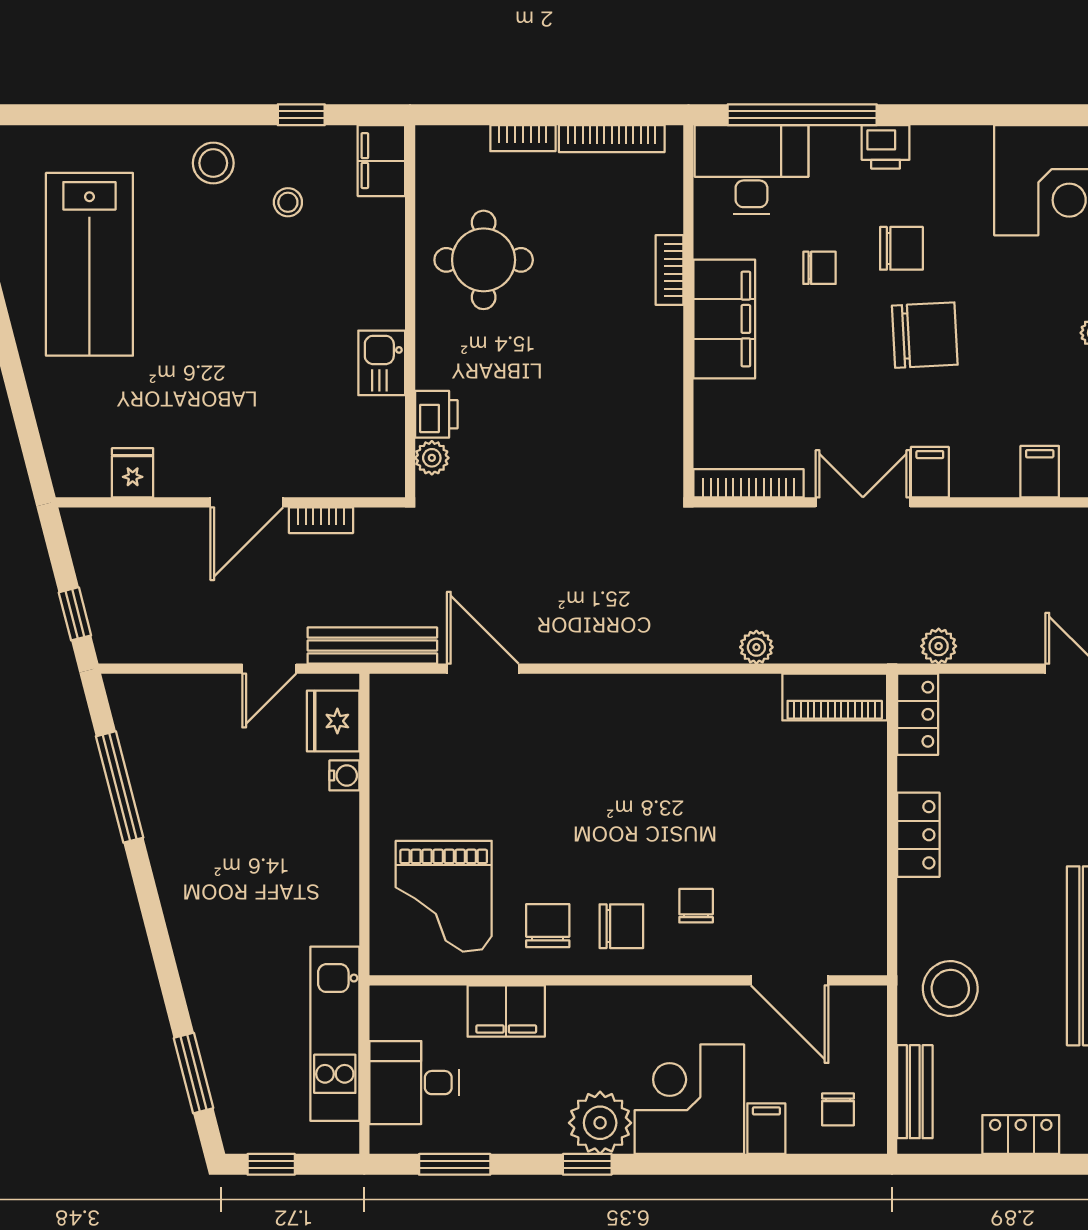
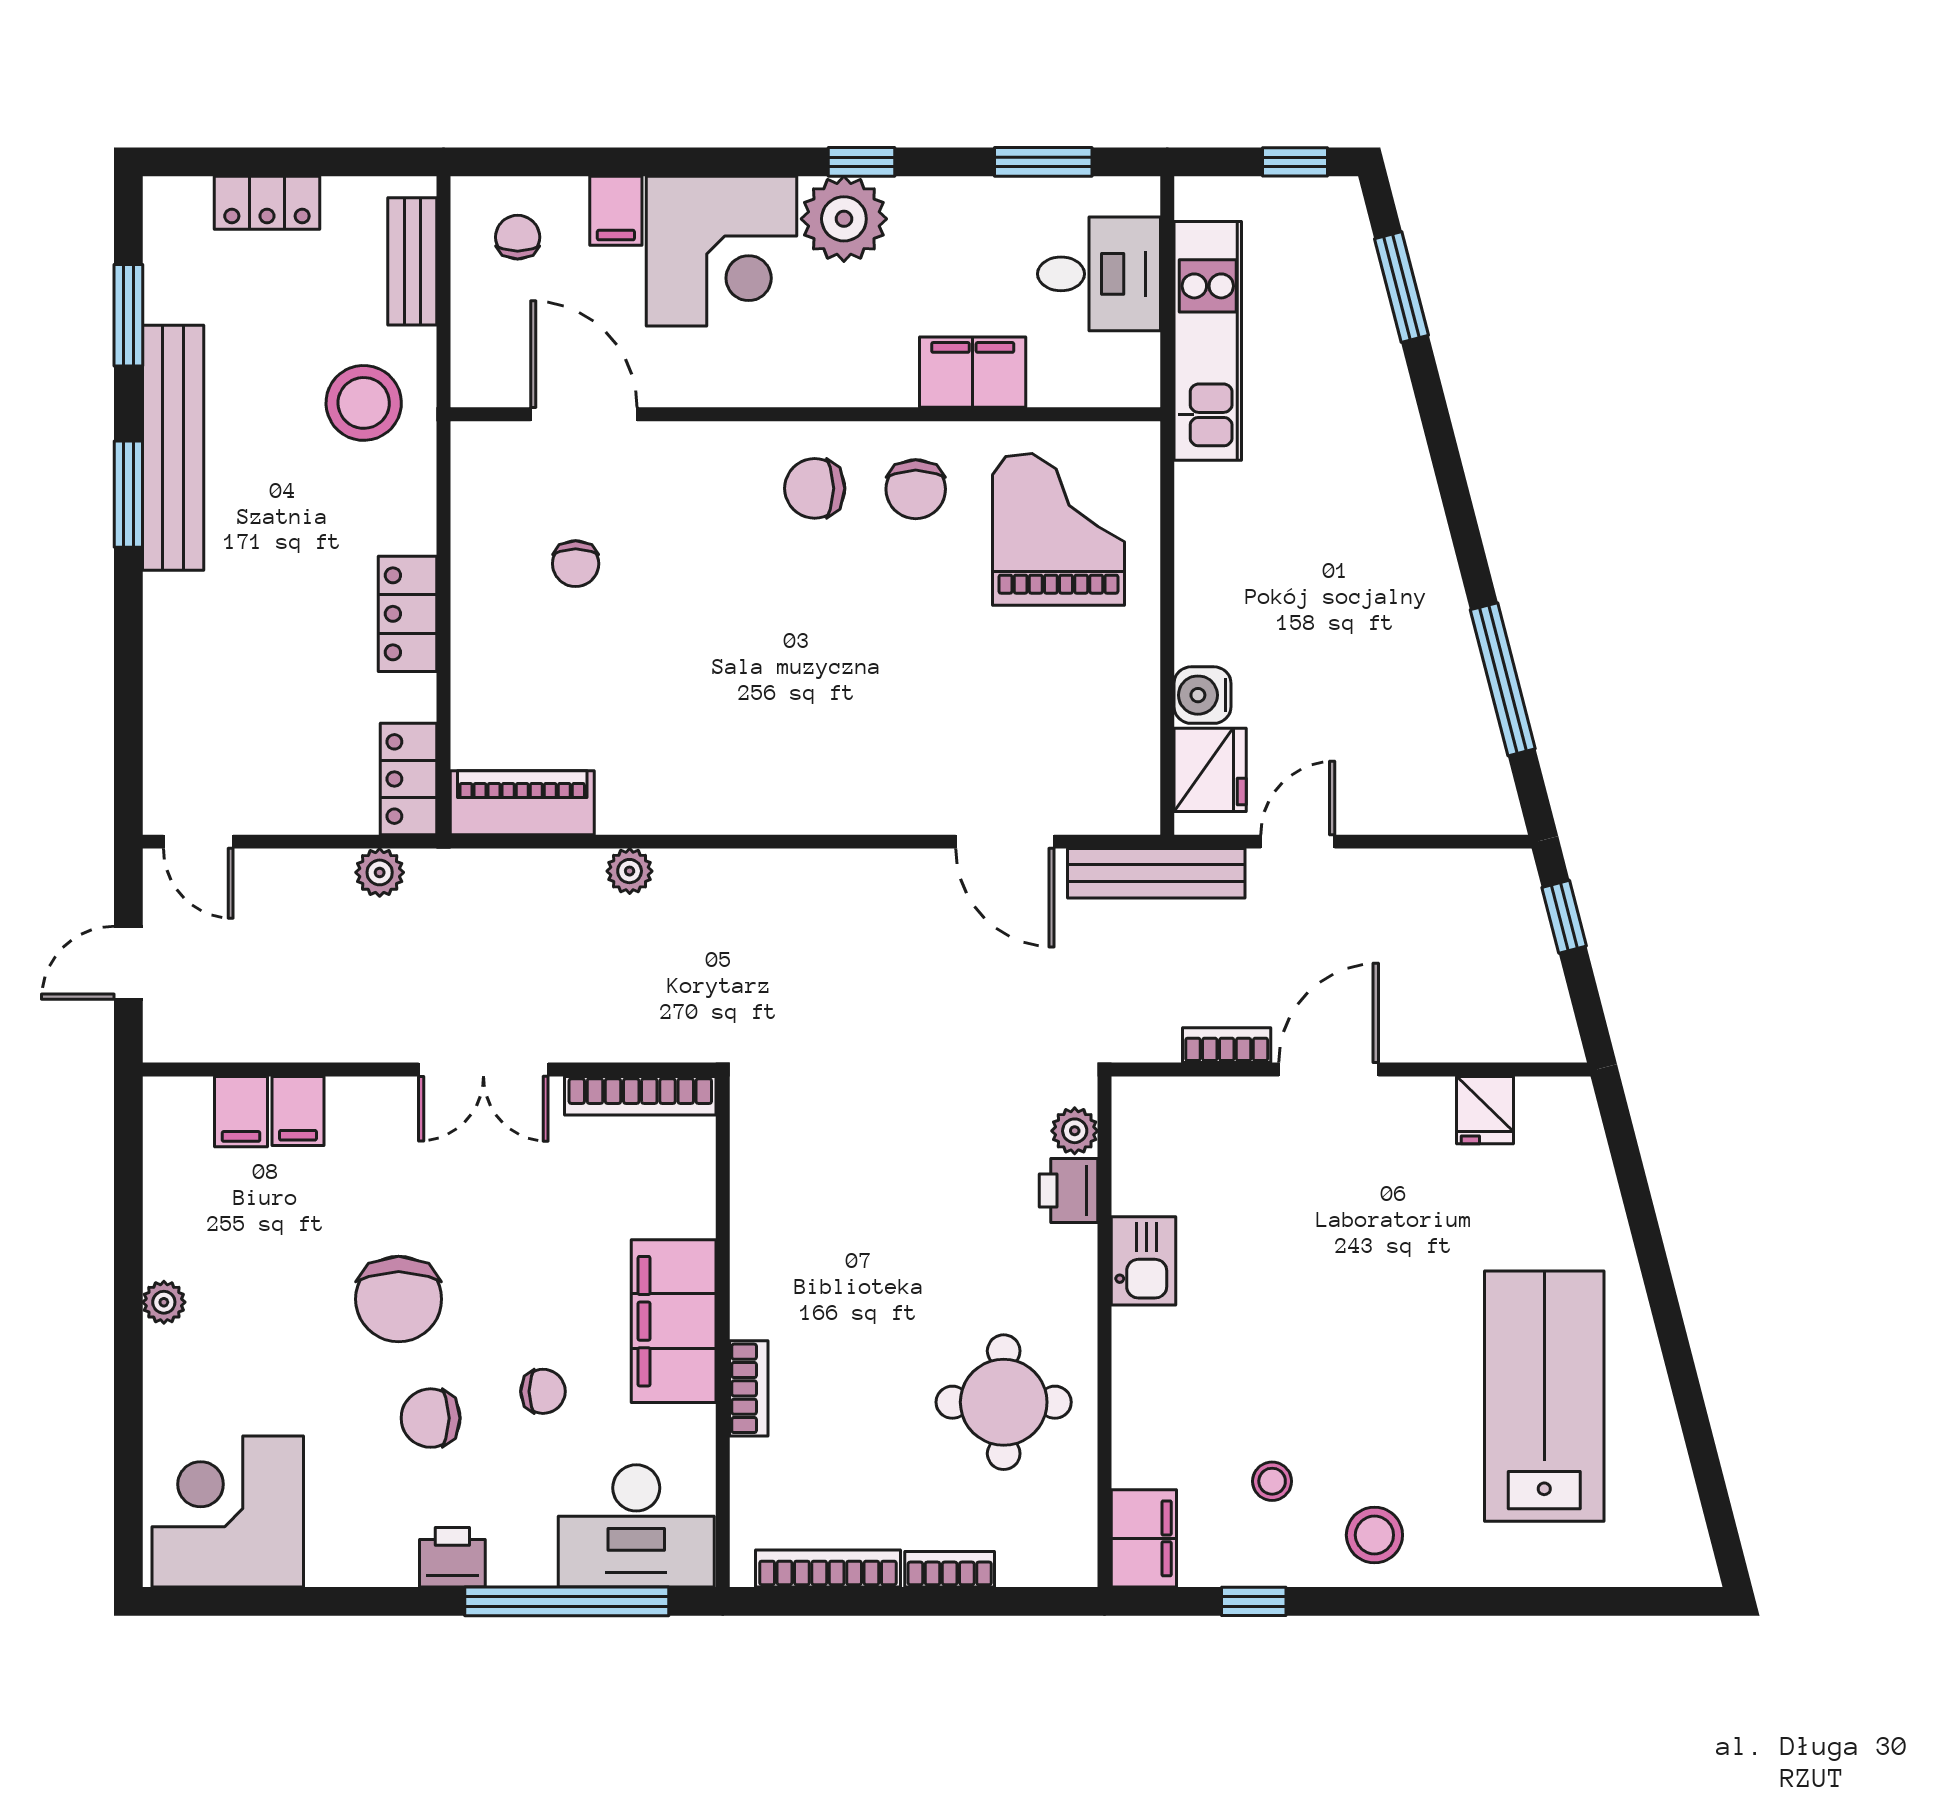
chair: (820, 268) -> (543, 1391), turned 180
chair: (925, 335) -> (399, 1299), turned -87
filing cabinet: (930, 472) -> (298, 1111), moved
water cooler: (344, 775) -> (1202, 695), width x1.38, depth x1.38
chair: (696, 906) -> (576, 564), moved

